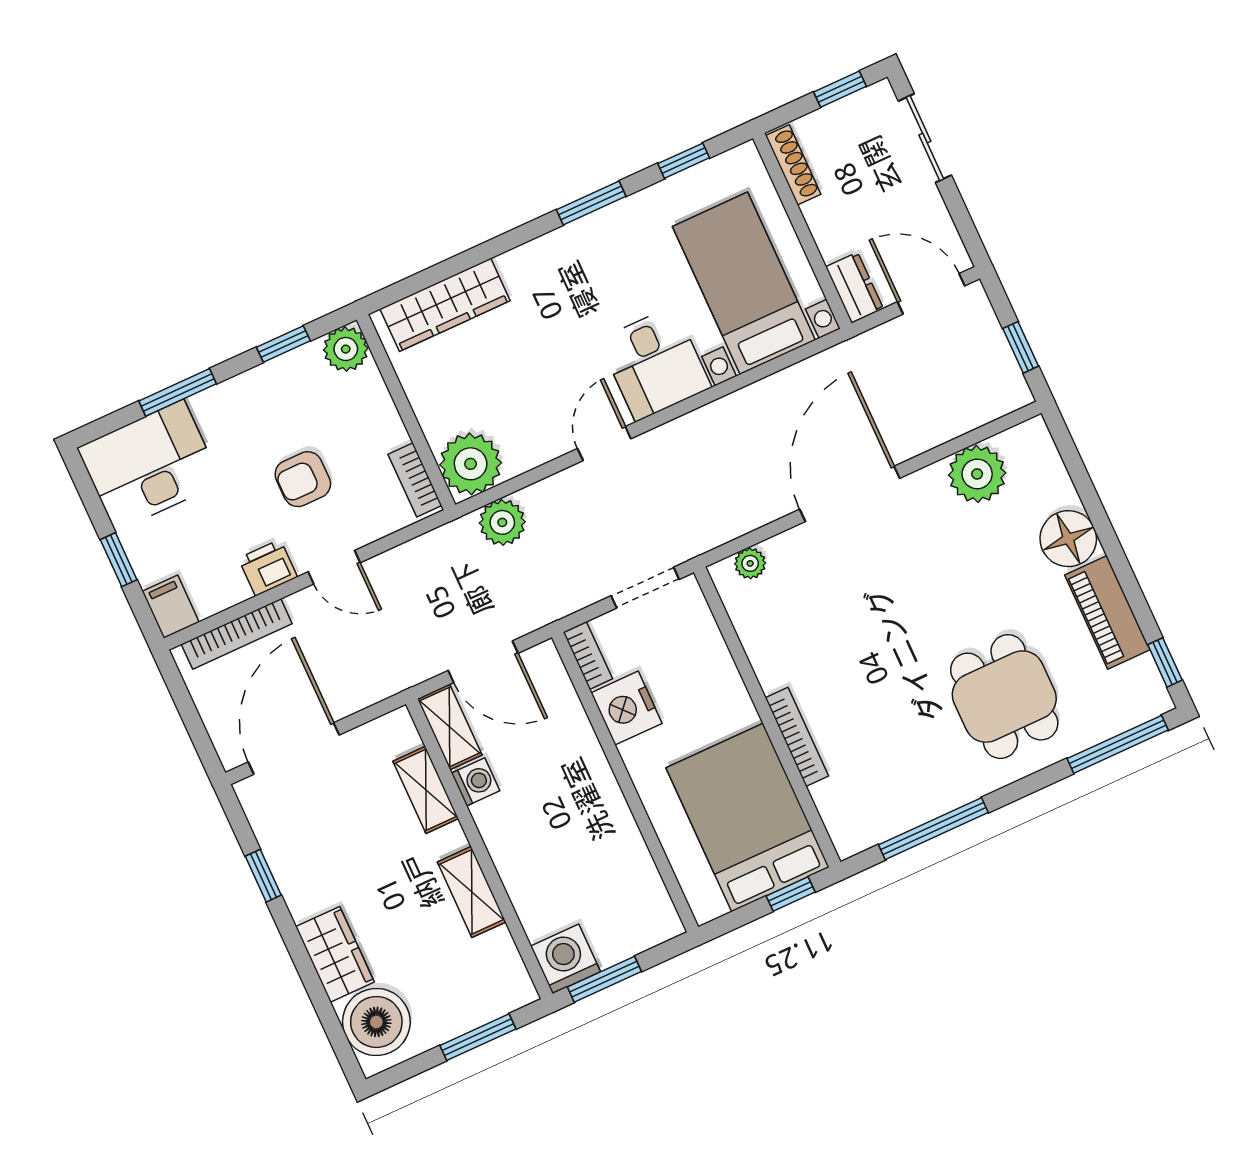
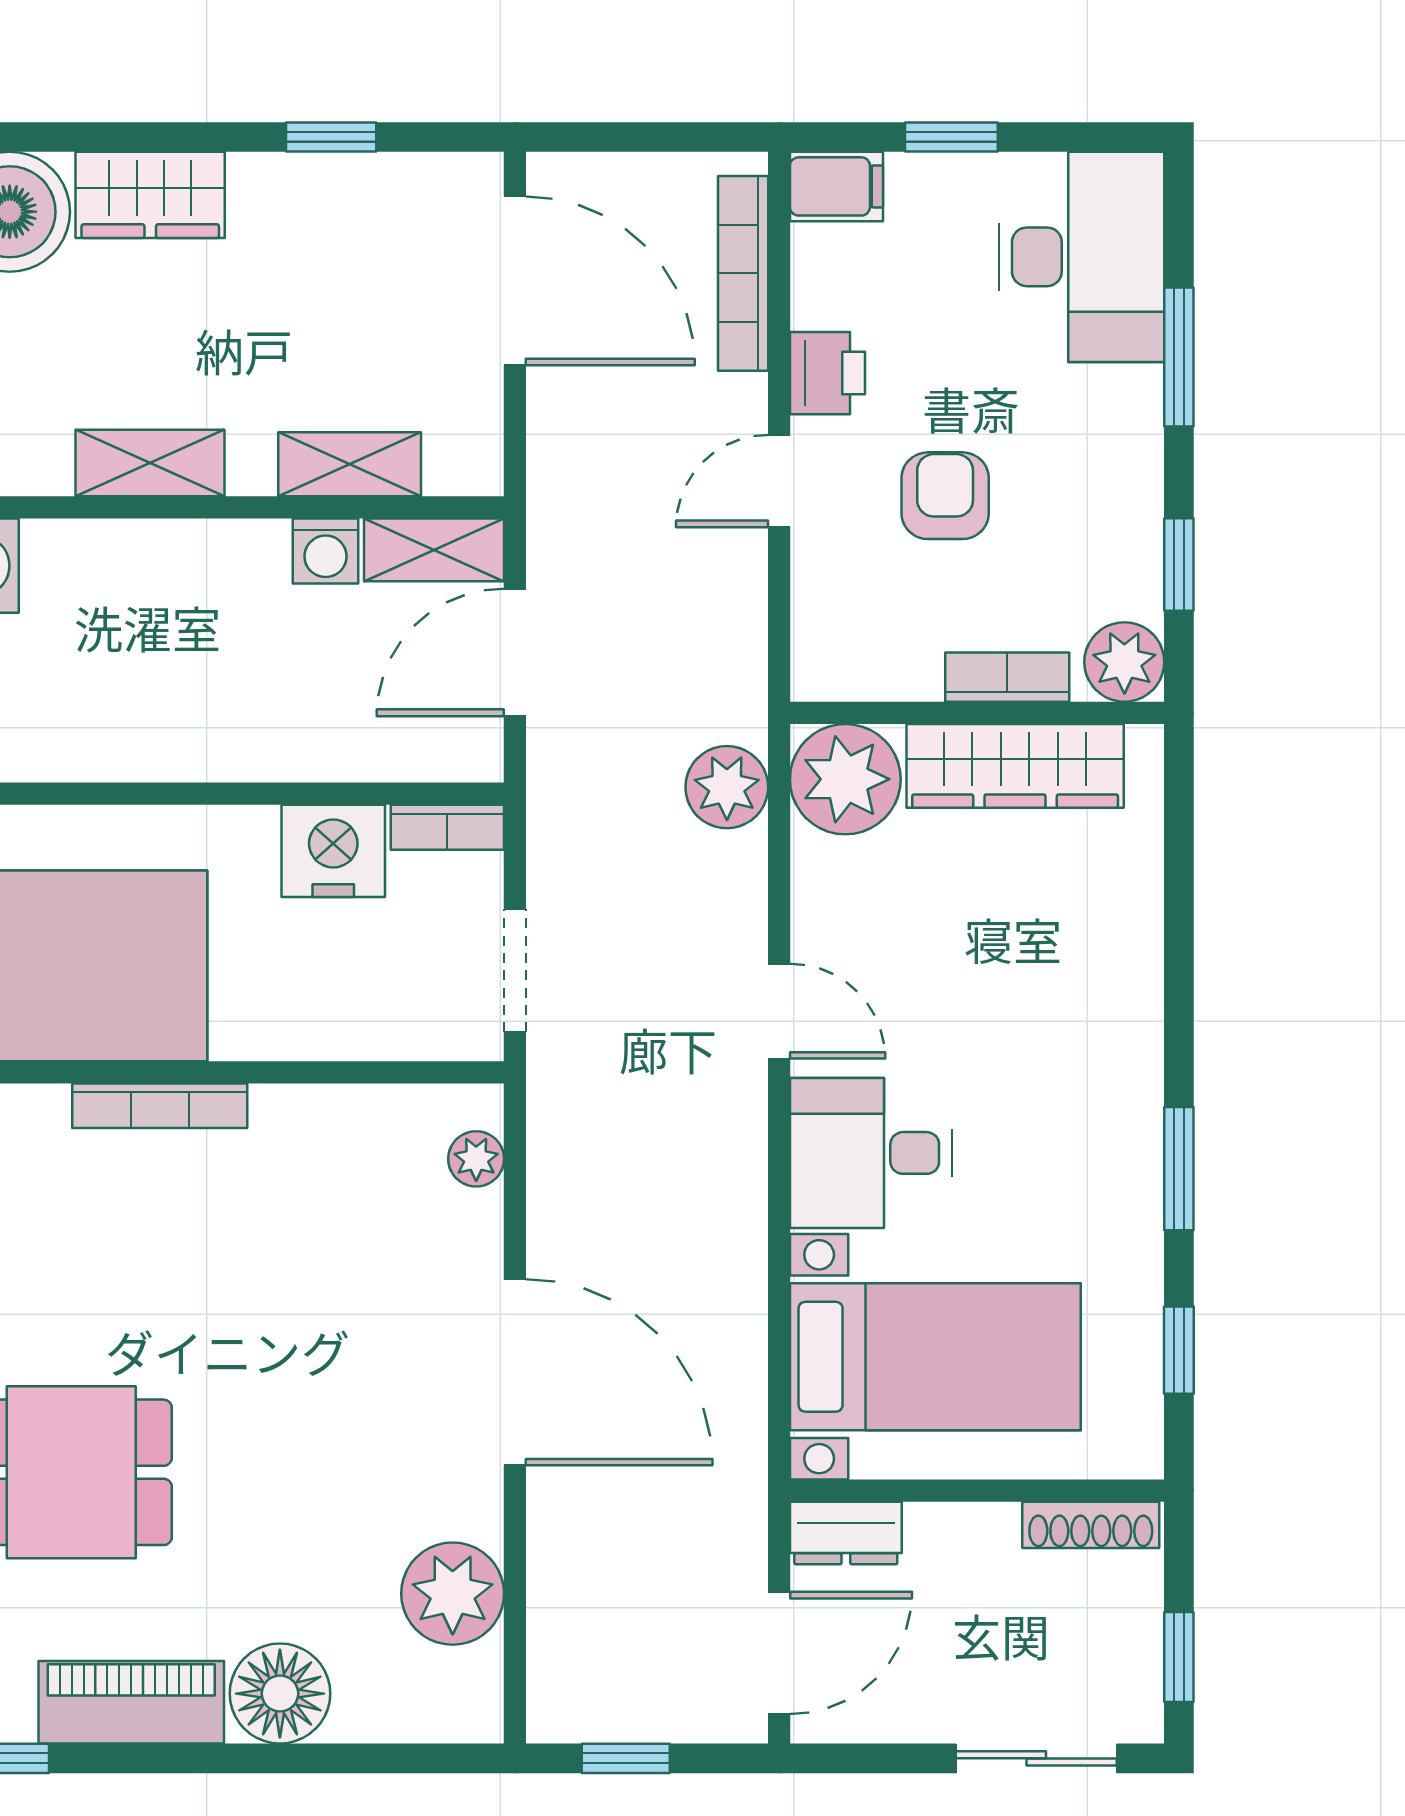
wardrobe: (445, 305) -> (1015, 766), moved, turned -90
bookcase: (415, 480) -> (1007, 677), moved

